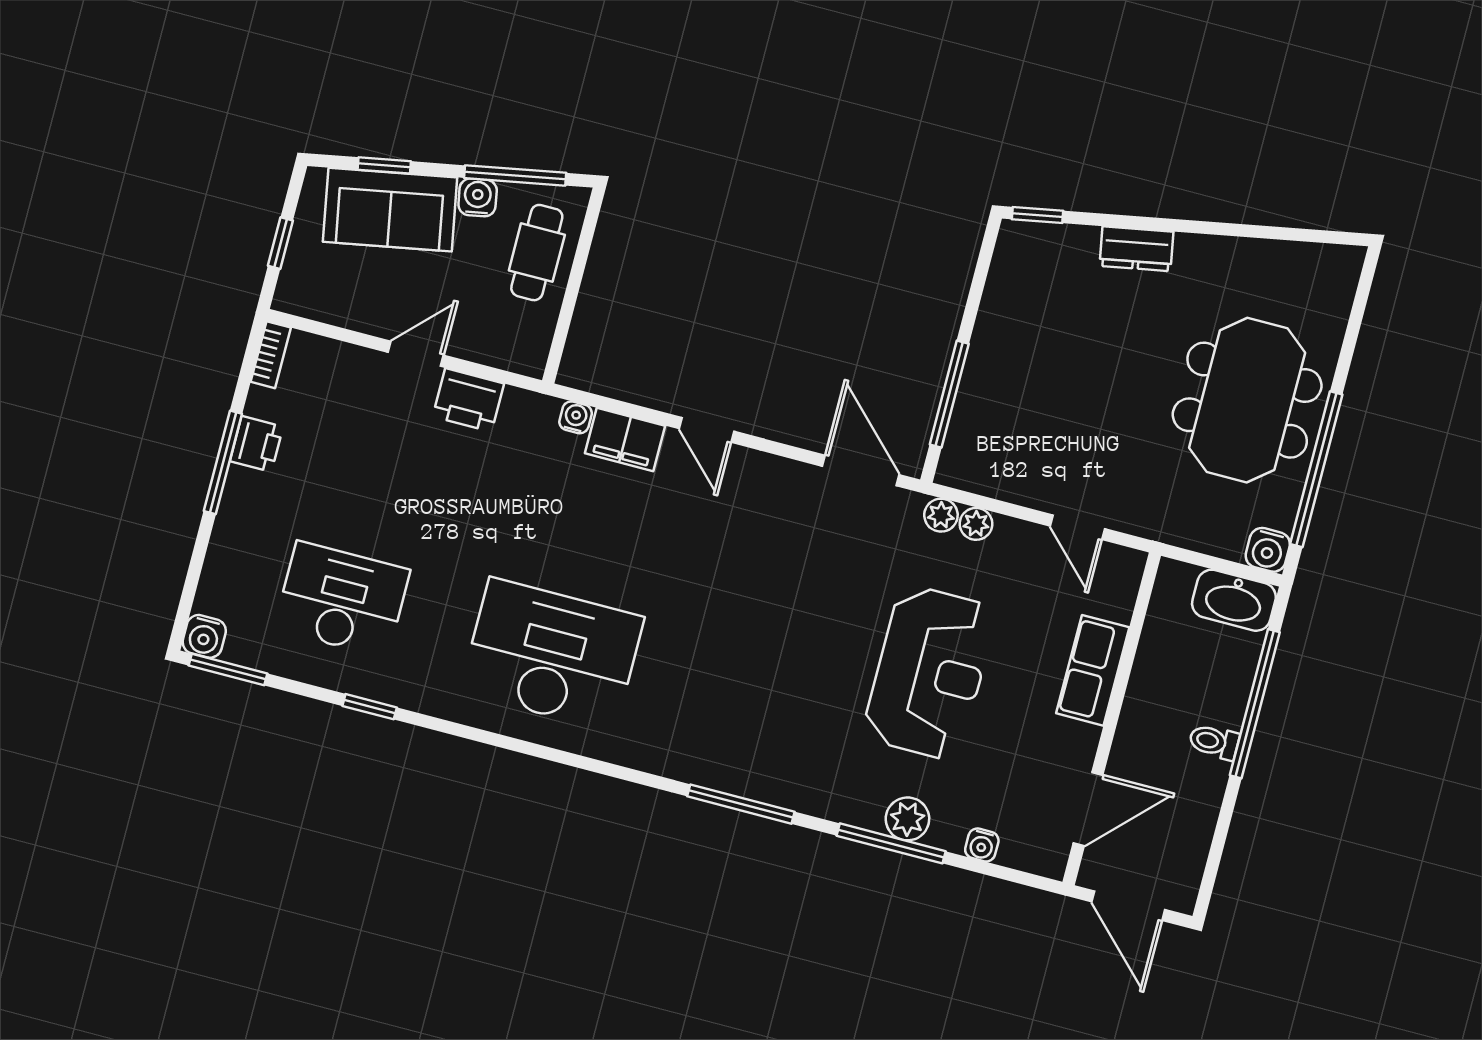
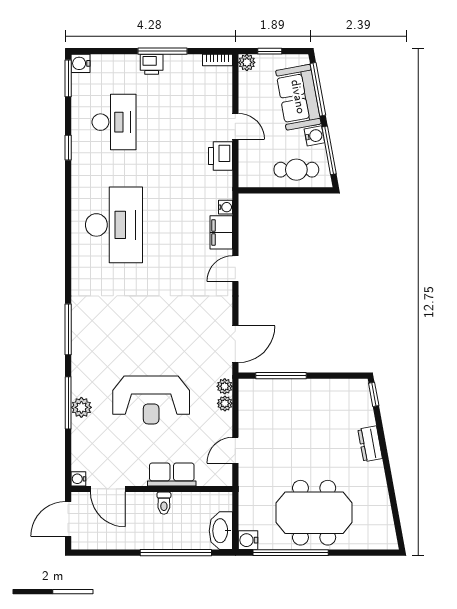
window: (384, 165) -> (318, 89), width x2.17
plant: (291, 296) -> (247, 62), added
printer: (256, 444) -> (152, 64), moved
toilet: (1214, 742) -> (164, 503), moved, turned 180
water cooler: (982, 845) -> (78, 479), moved

